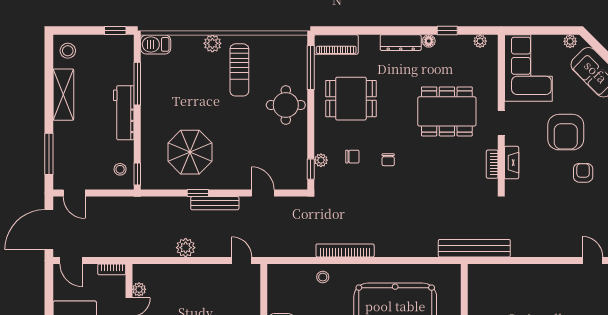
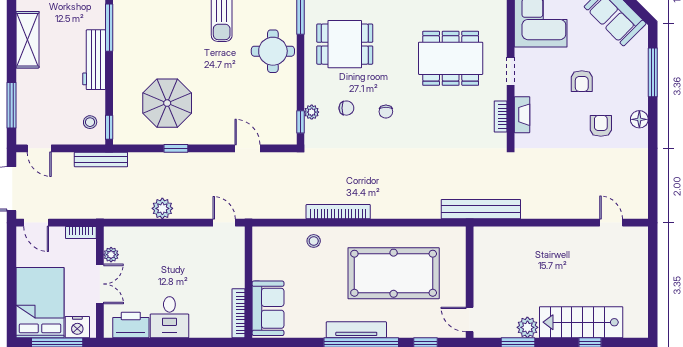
armchair: (566, 132) -> (582, 81), width x0.53, depth x0.53
bench: (215, 203) -> (101, 159), moved

